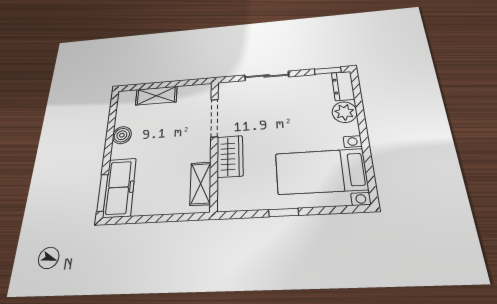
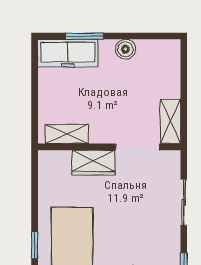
shelving: (156, 96) -> (171, 121), moved
window: (102, 193) -> (84, 36), moved
window: (284, 212) -> (35, 245), moved

